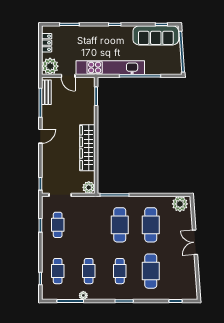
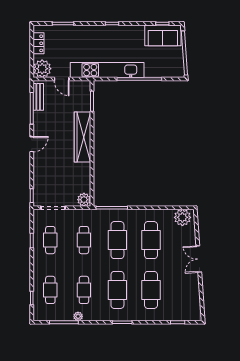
sofa: (156, 35) -> (163, 35), width x0.73
wardrobe: (87, 148) -> (82, 137), moved
cafe table: (89, 225) -> (84, 240), added
cafe table: (120, 271) -> (117, 290), width x1.37, depth x1.35

